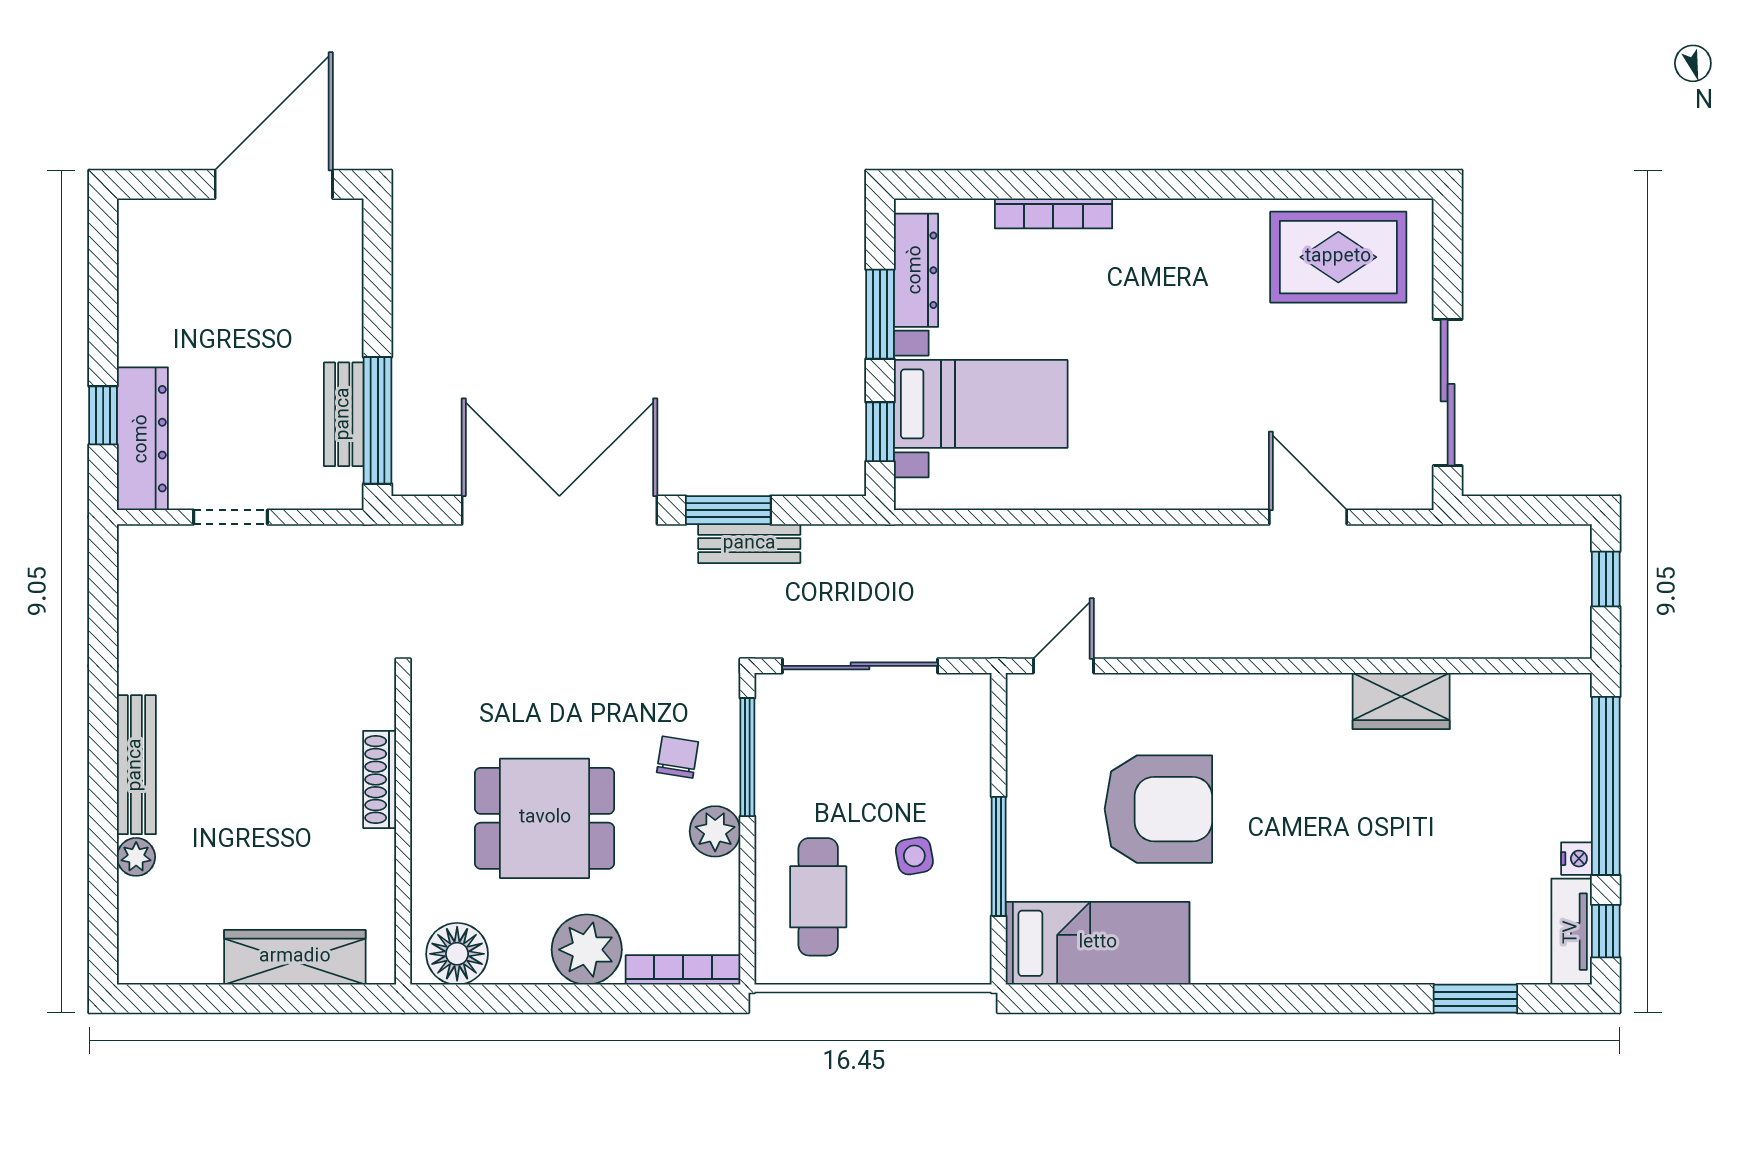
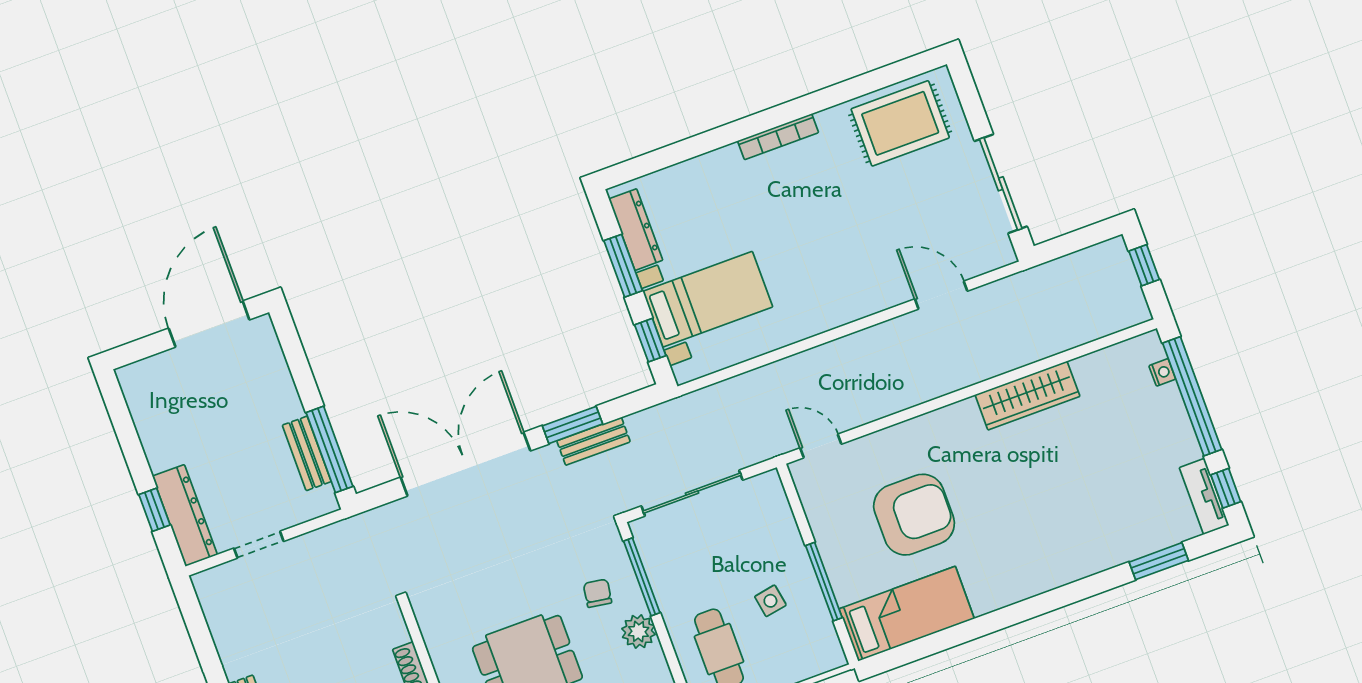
bookcase: (1053, 213) -> (778, 137), moved
door: (1063, 666) -> (821, 446), hinge flipped
wardrobe: (1401, 701) -> (1027, 396), width x1.50
nightstand: (1576, 859) -> (1162, 372), moved

